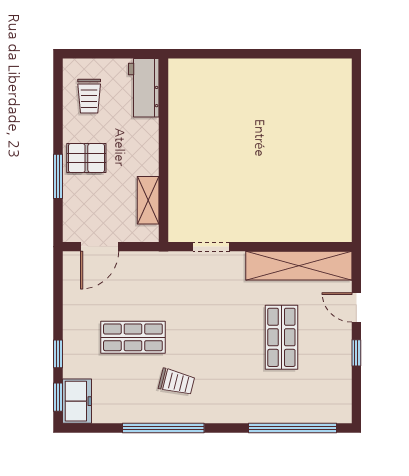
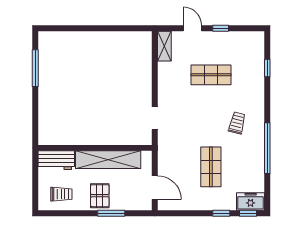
window: (292, 54) -> (35, 68), added
shelving: (148, 200) -> (108, 160), width x2.20, depth x1.33
shelving: (299, 266) -> (164, 46), width x0.45, depth x0.75
door: (356, 307) -> (192, 28), swing flipped
trolley: (177, 382) -> (237, 123), moved
window: (292, 428) -> (267, 68), width x0.32

